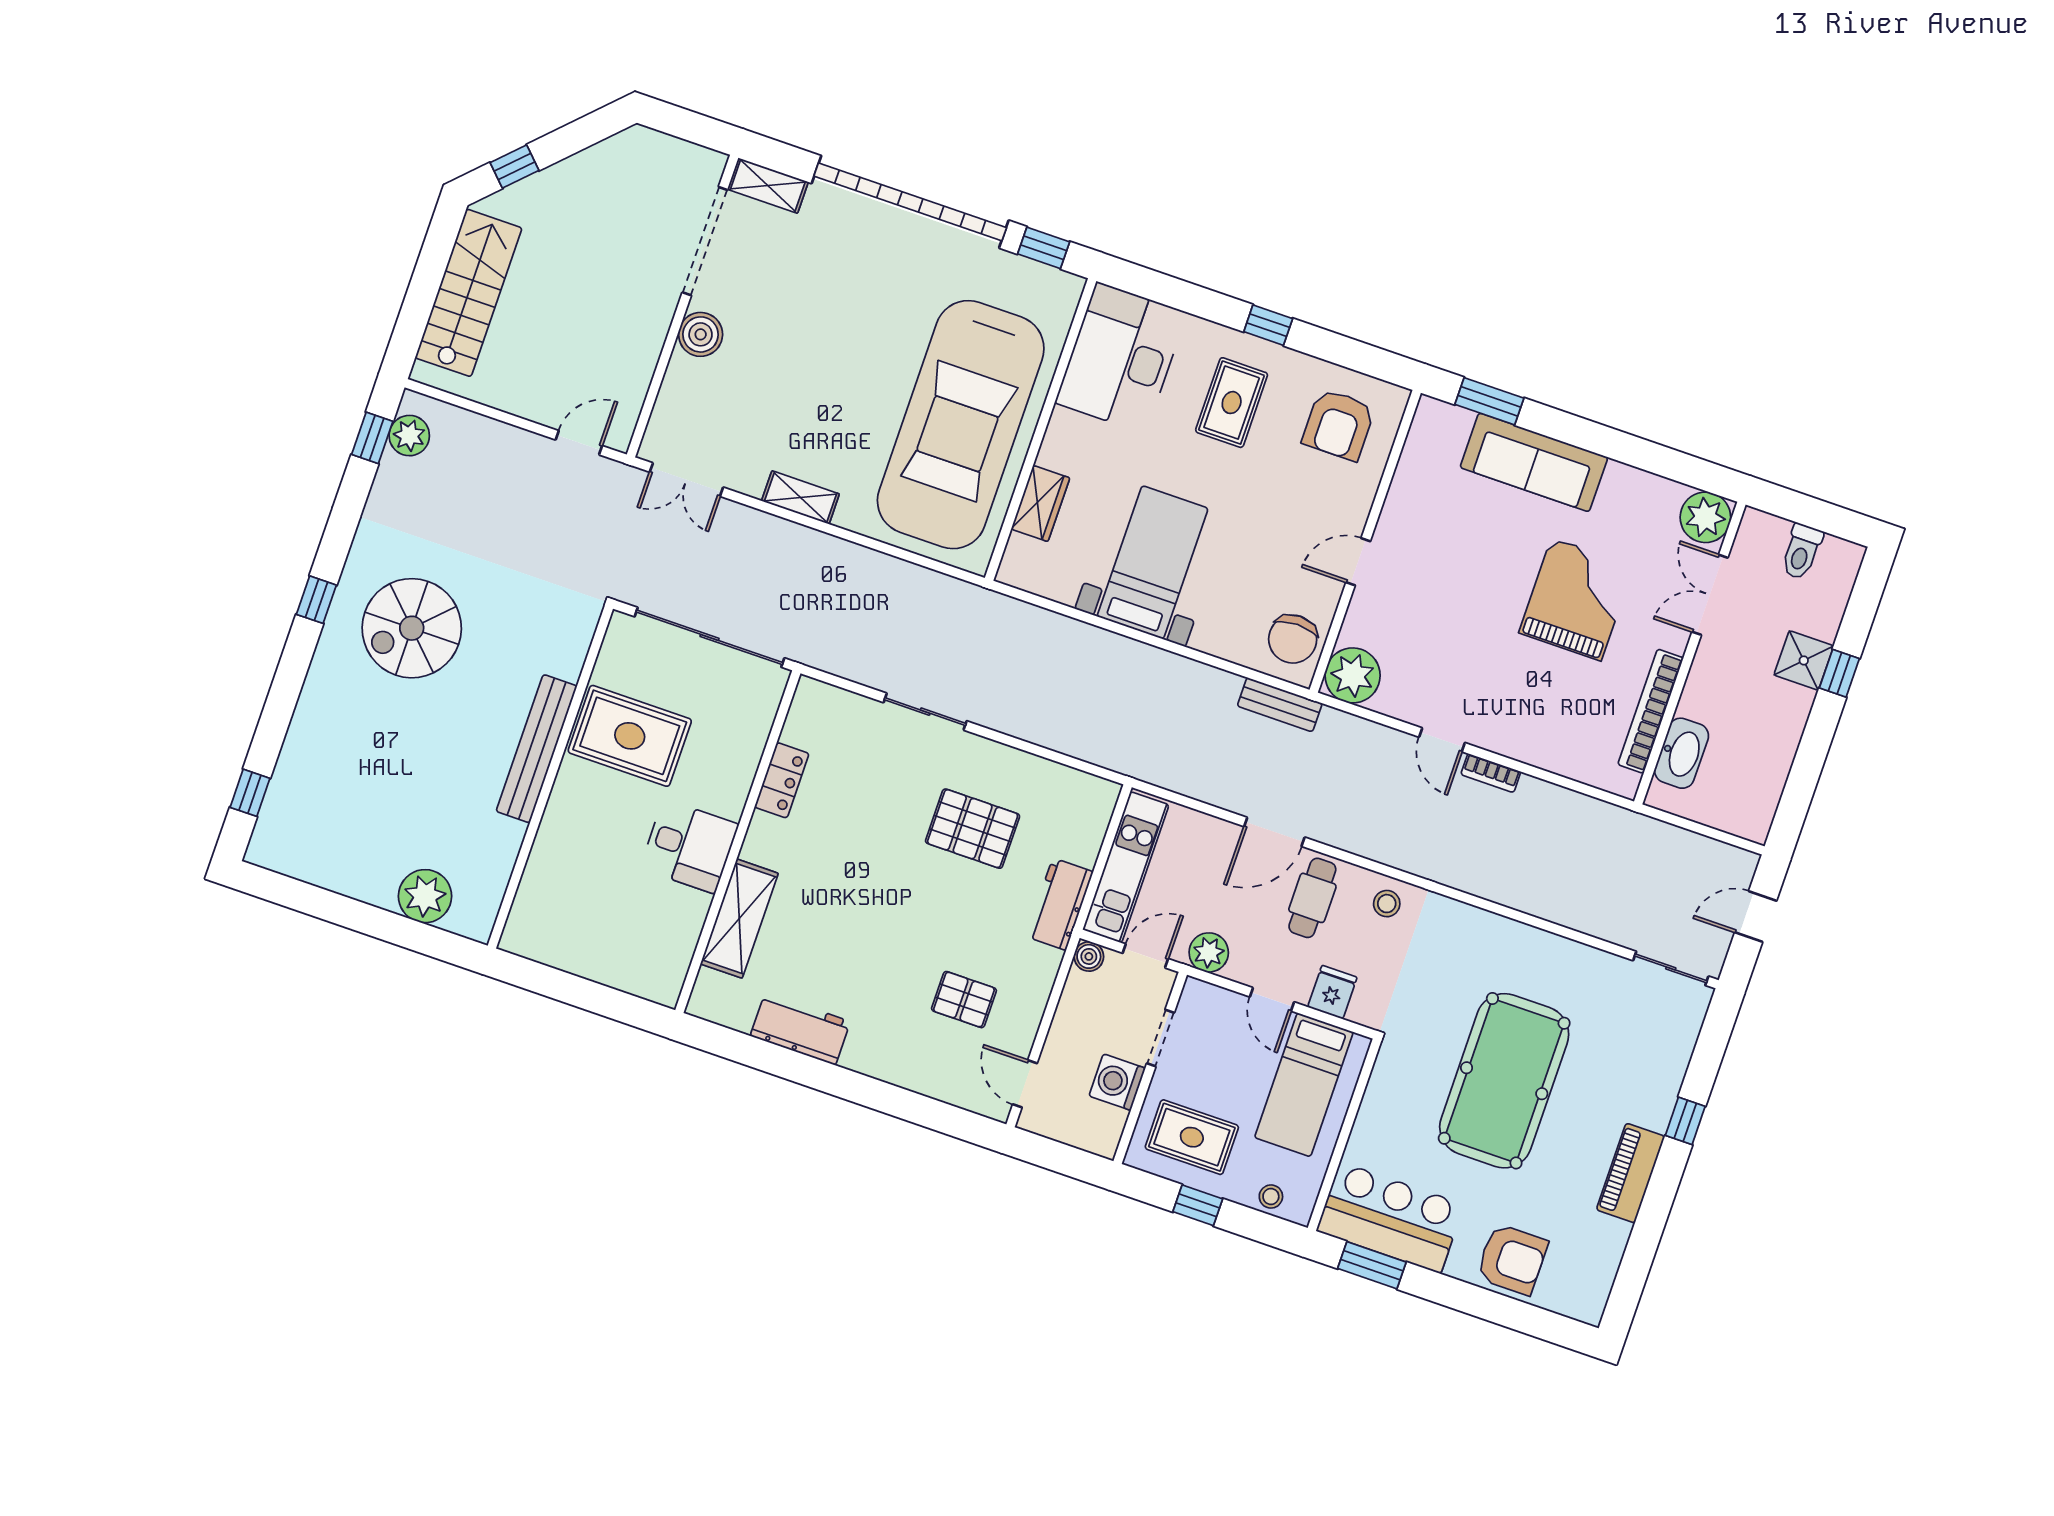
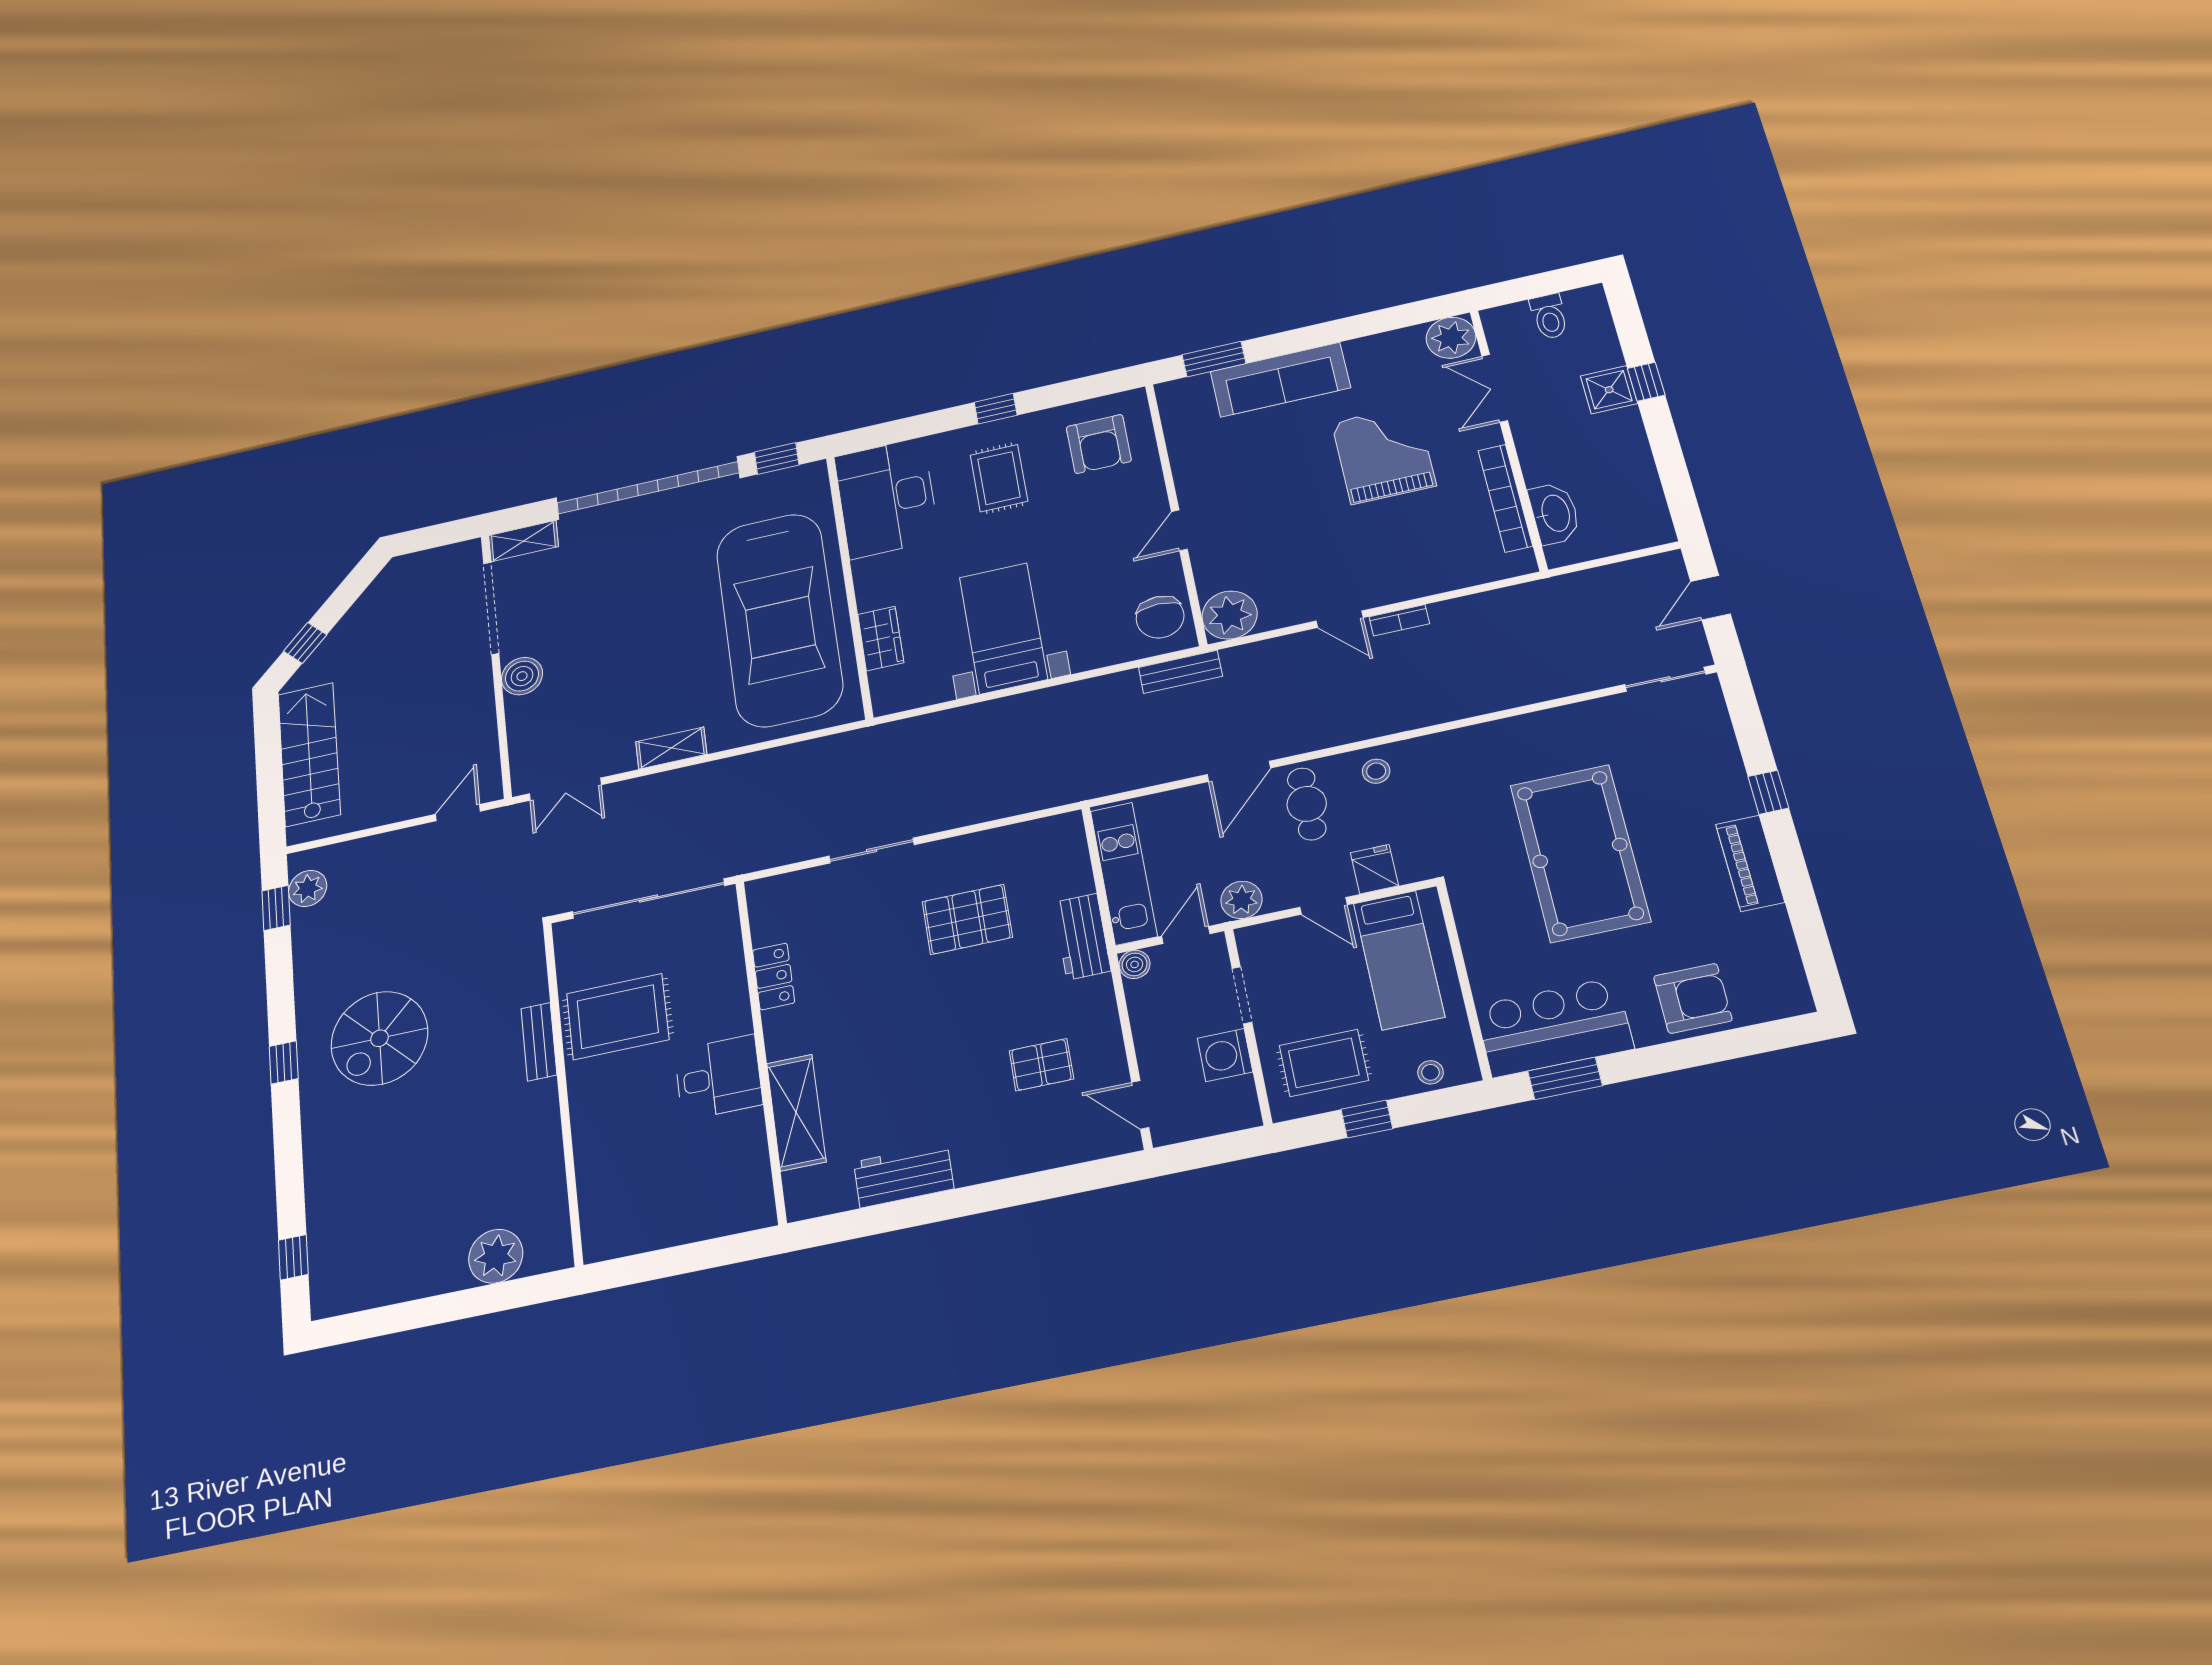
bench: (537, 749) -> (539, 1042), width x0.54, depth x0.82

